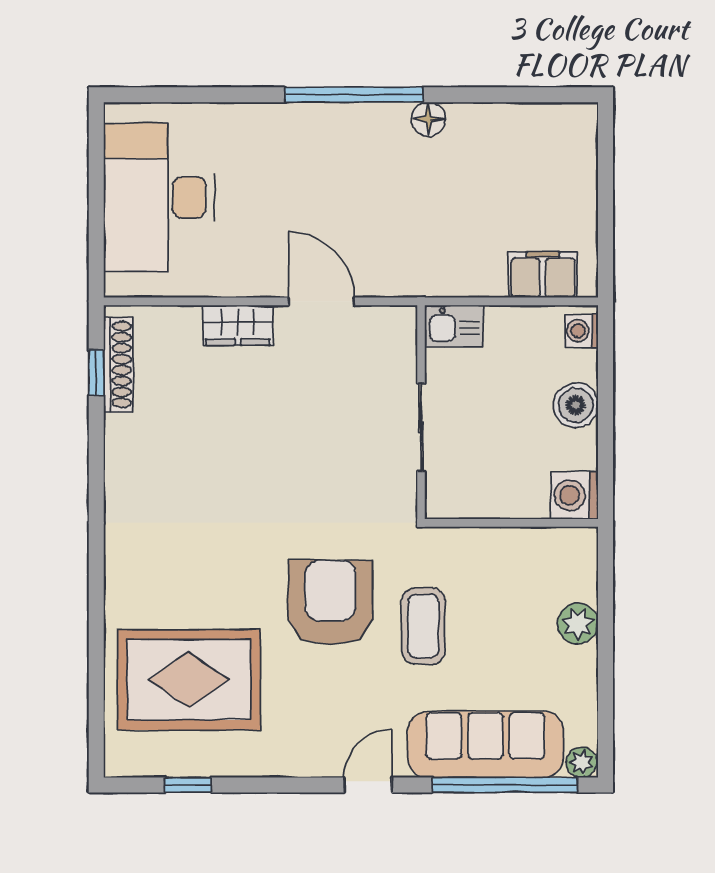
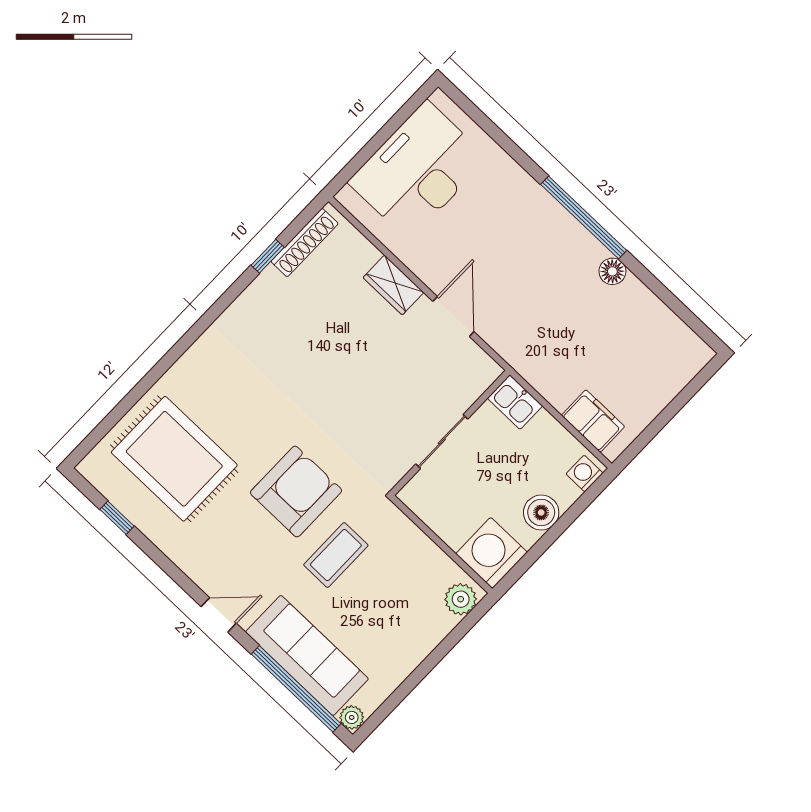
window: (96, 373) -> (268, 256), moved
washing machine: (574, 495) -> (492, 553), width x1.37, depth x1.37
plant: (578, 623) -> (461, 599), moved

